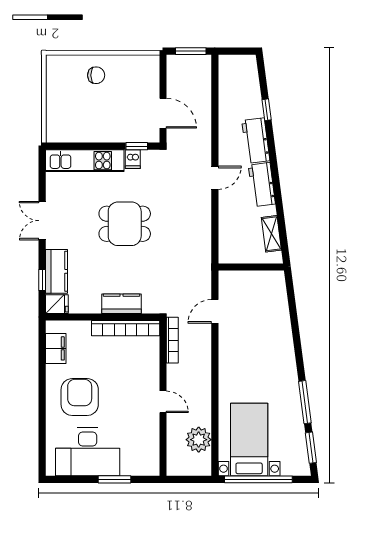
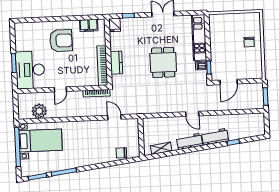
kitchen counter: (57, 271) -> (134, 24), removed
chair: (276, 302) -> (121, 153), added
desk: (88, 452) -> (30, 70), moved

